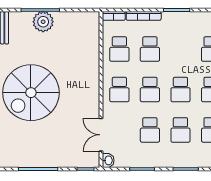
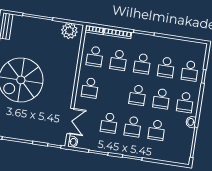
plant: (43, 22) -> (69, 31), moved
school desk: (150, 89) -> (142, 64), moved
double door: (101, 135) -> (70, 121), swing flipped

